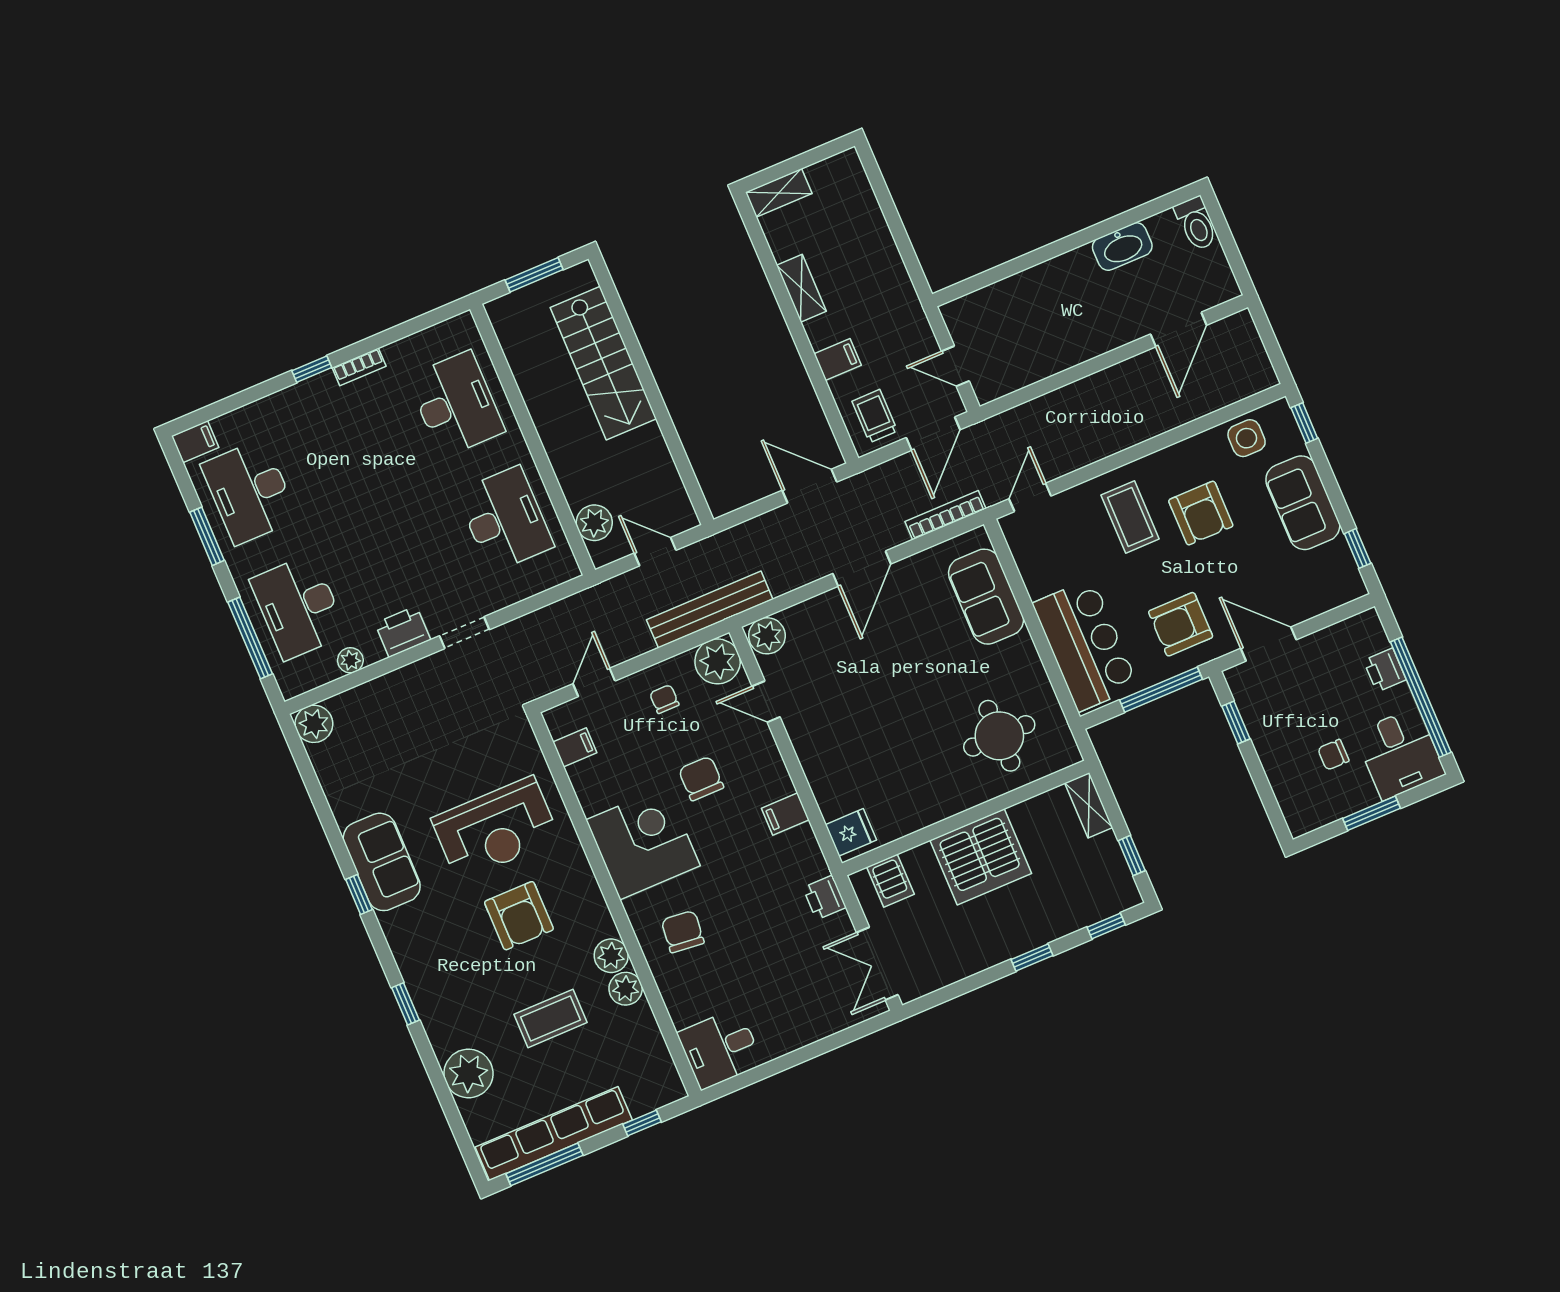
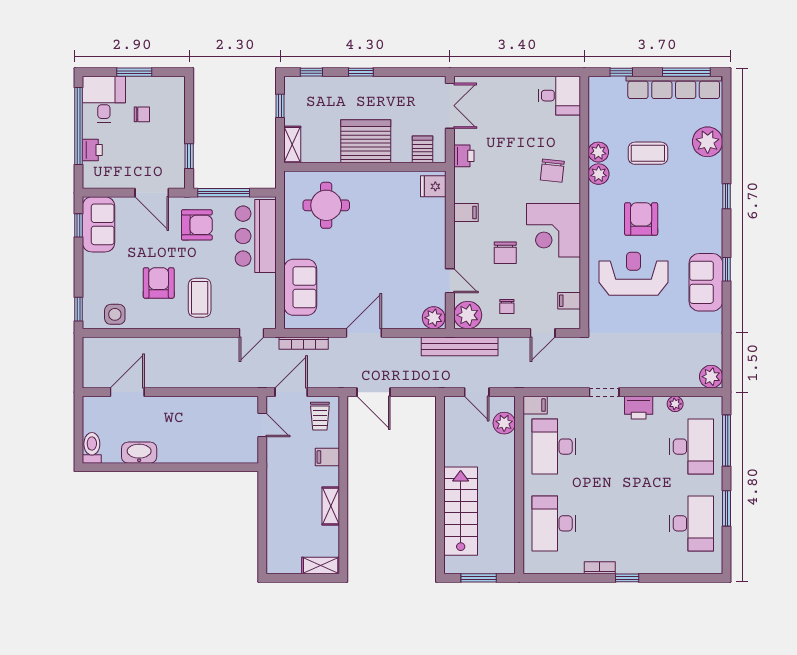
filing cabinet: (195, 442) -> (535, 405), moved, turned 180
sofa: (1303, 503) -> (99, 224), moved

